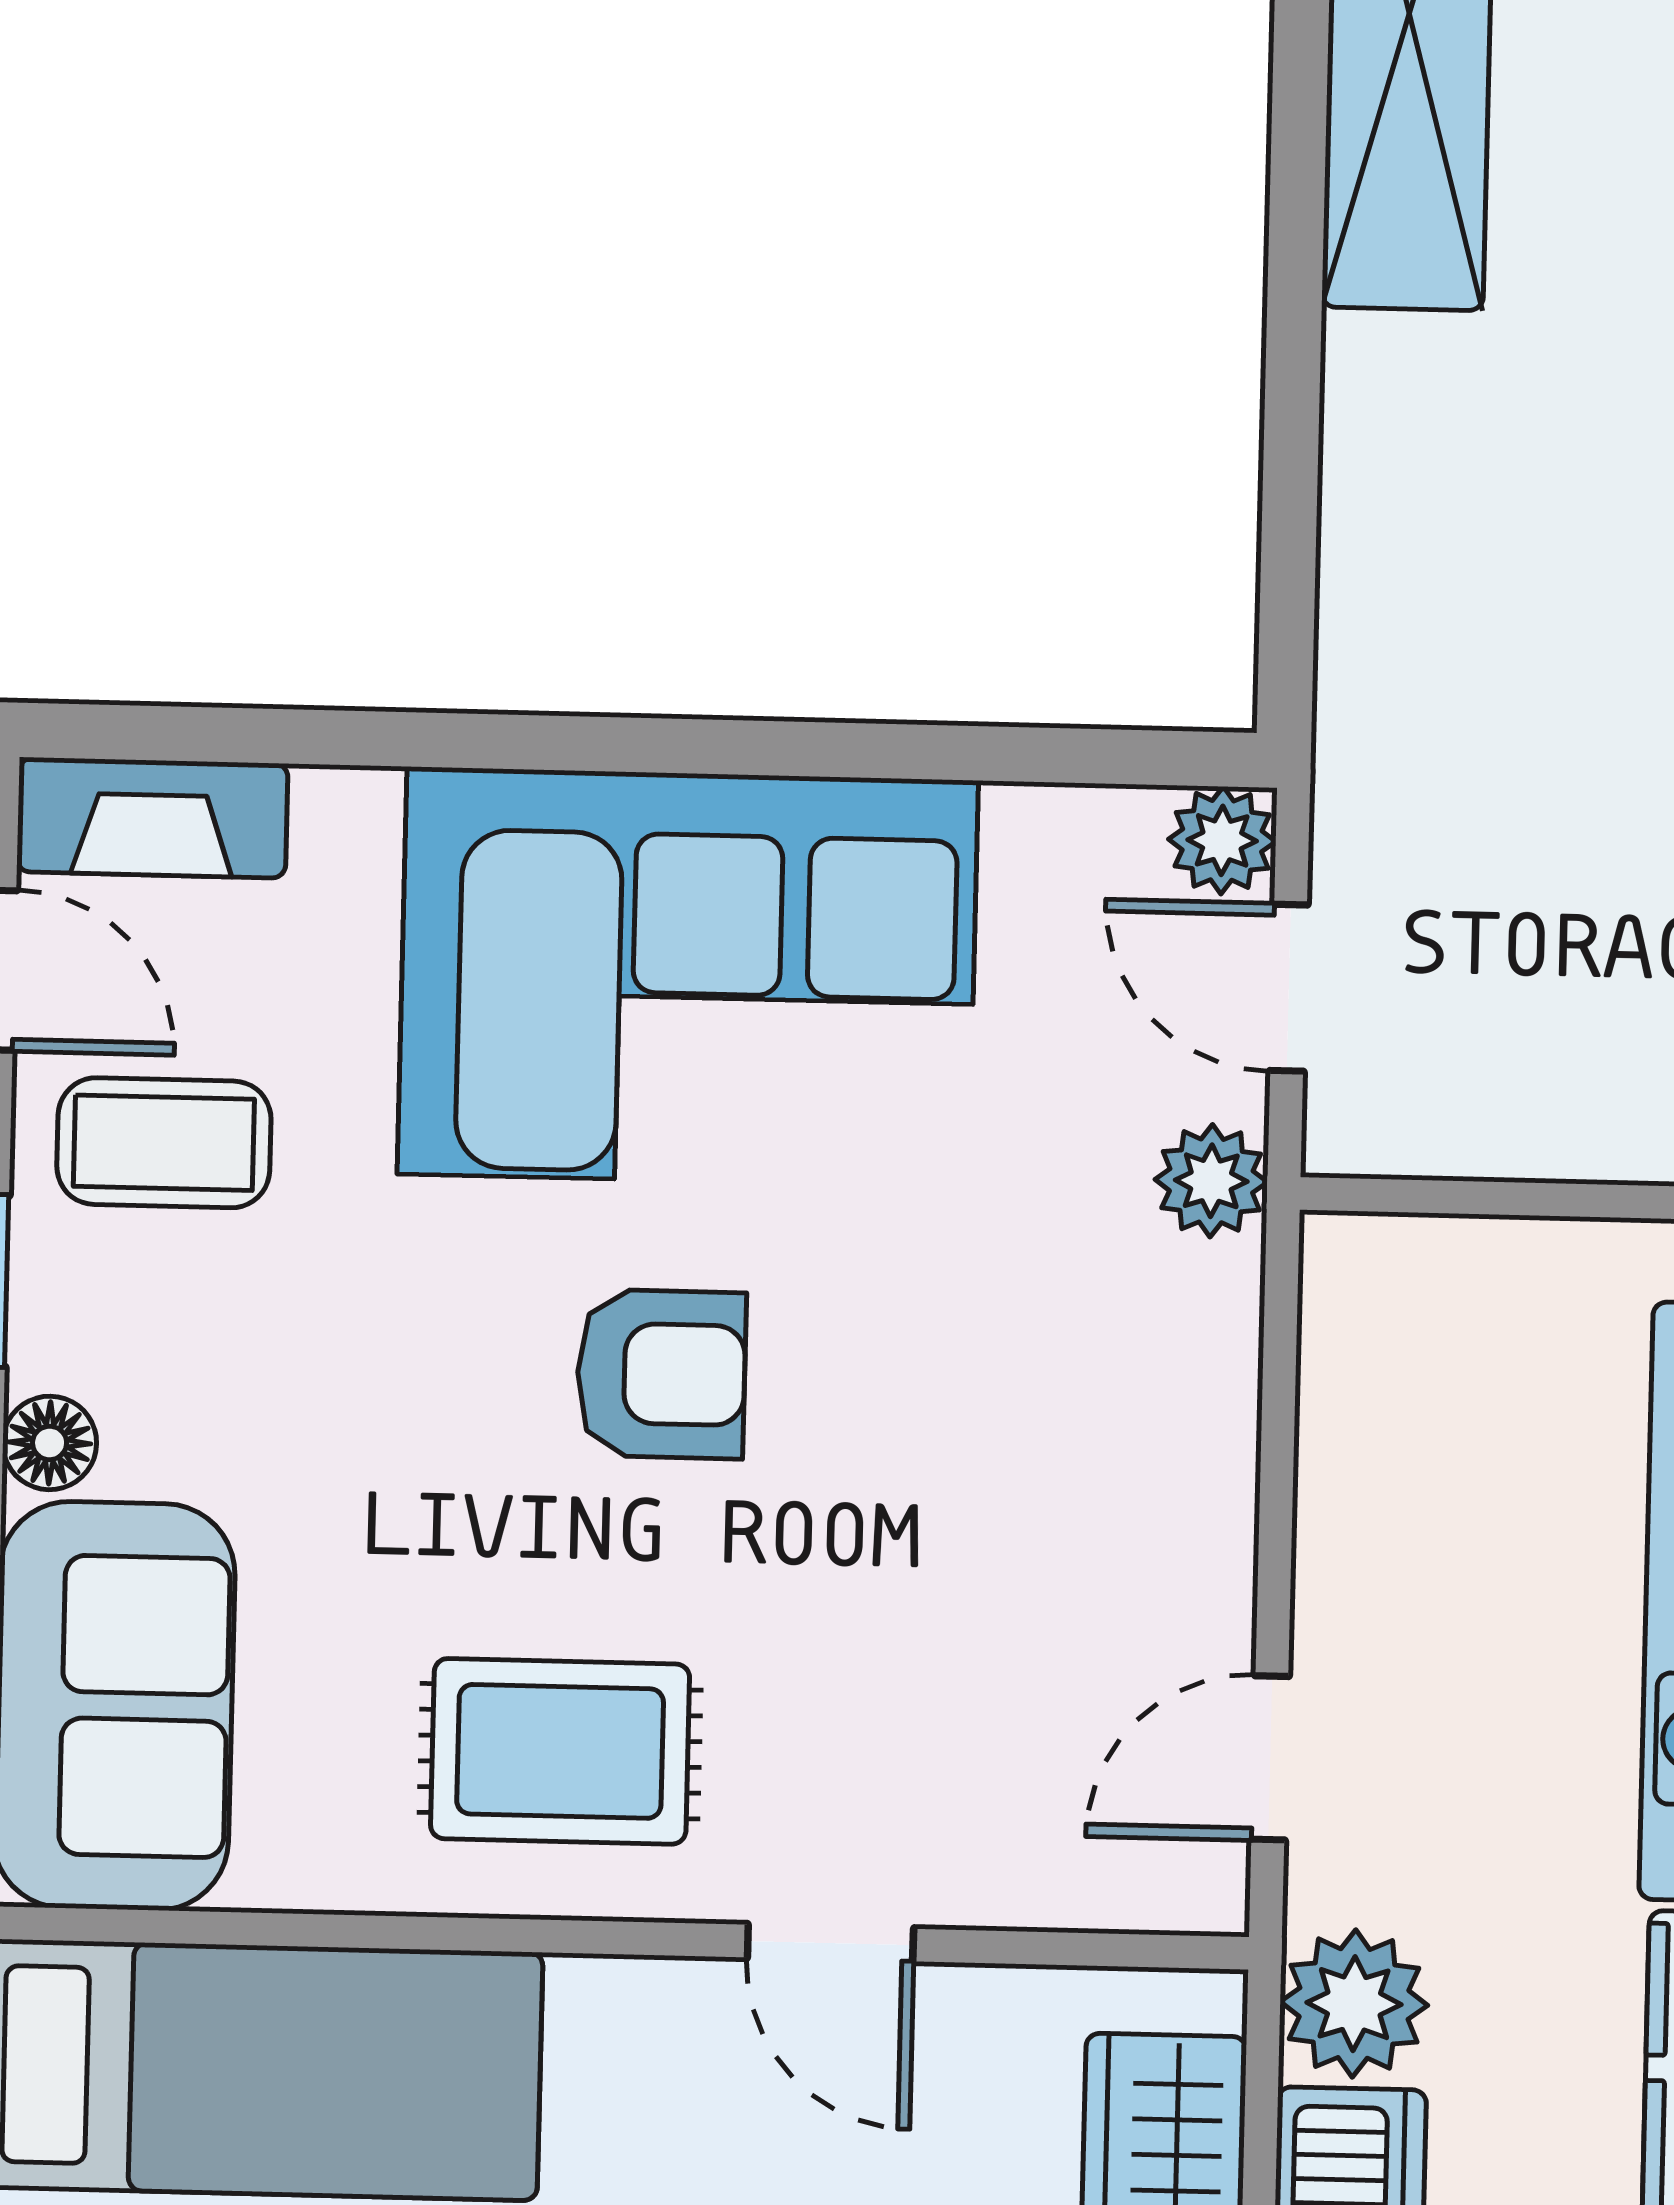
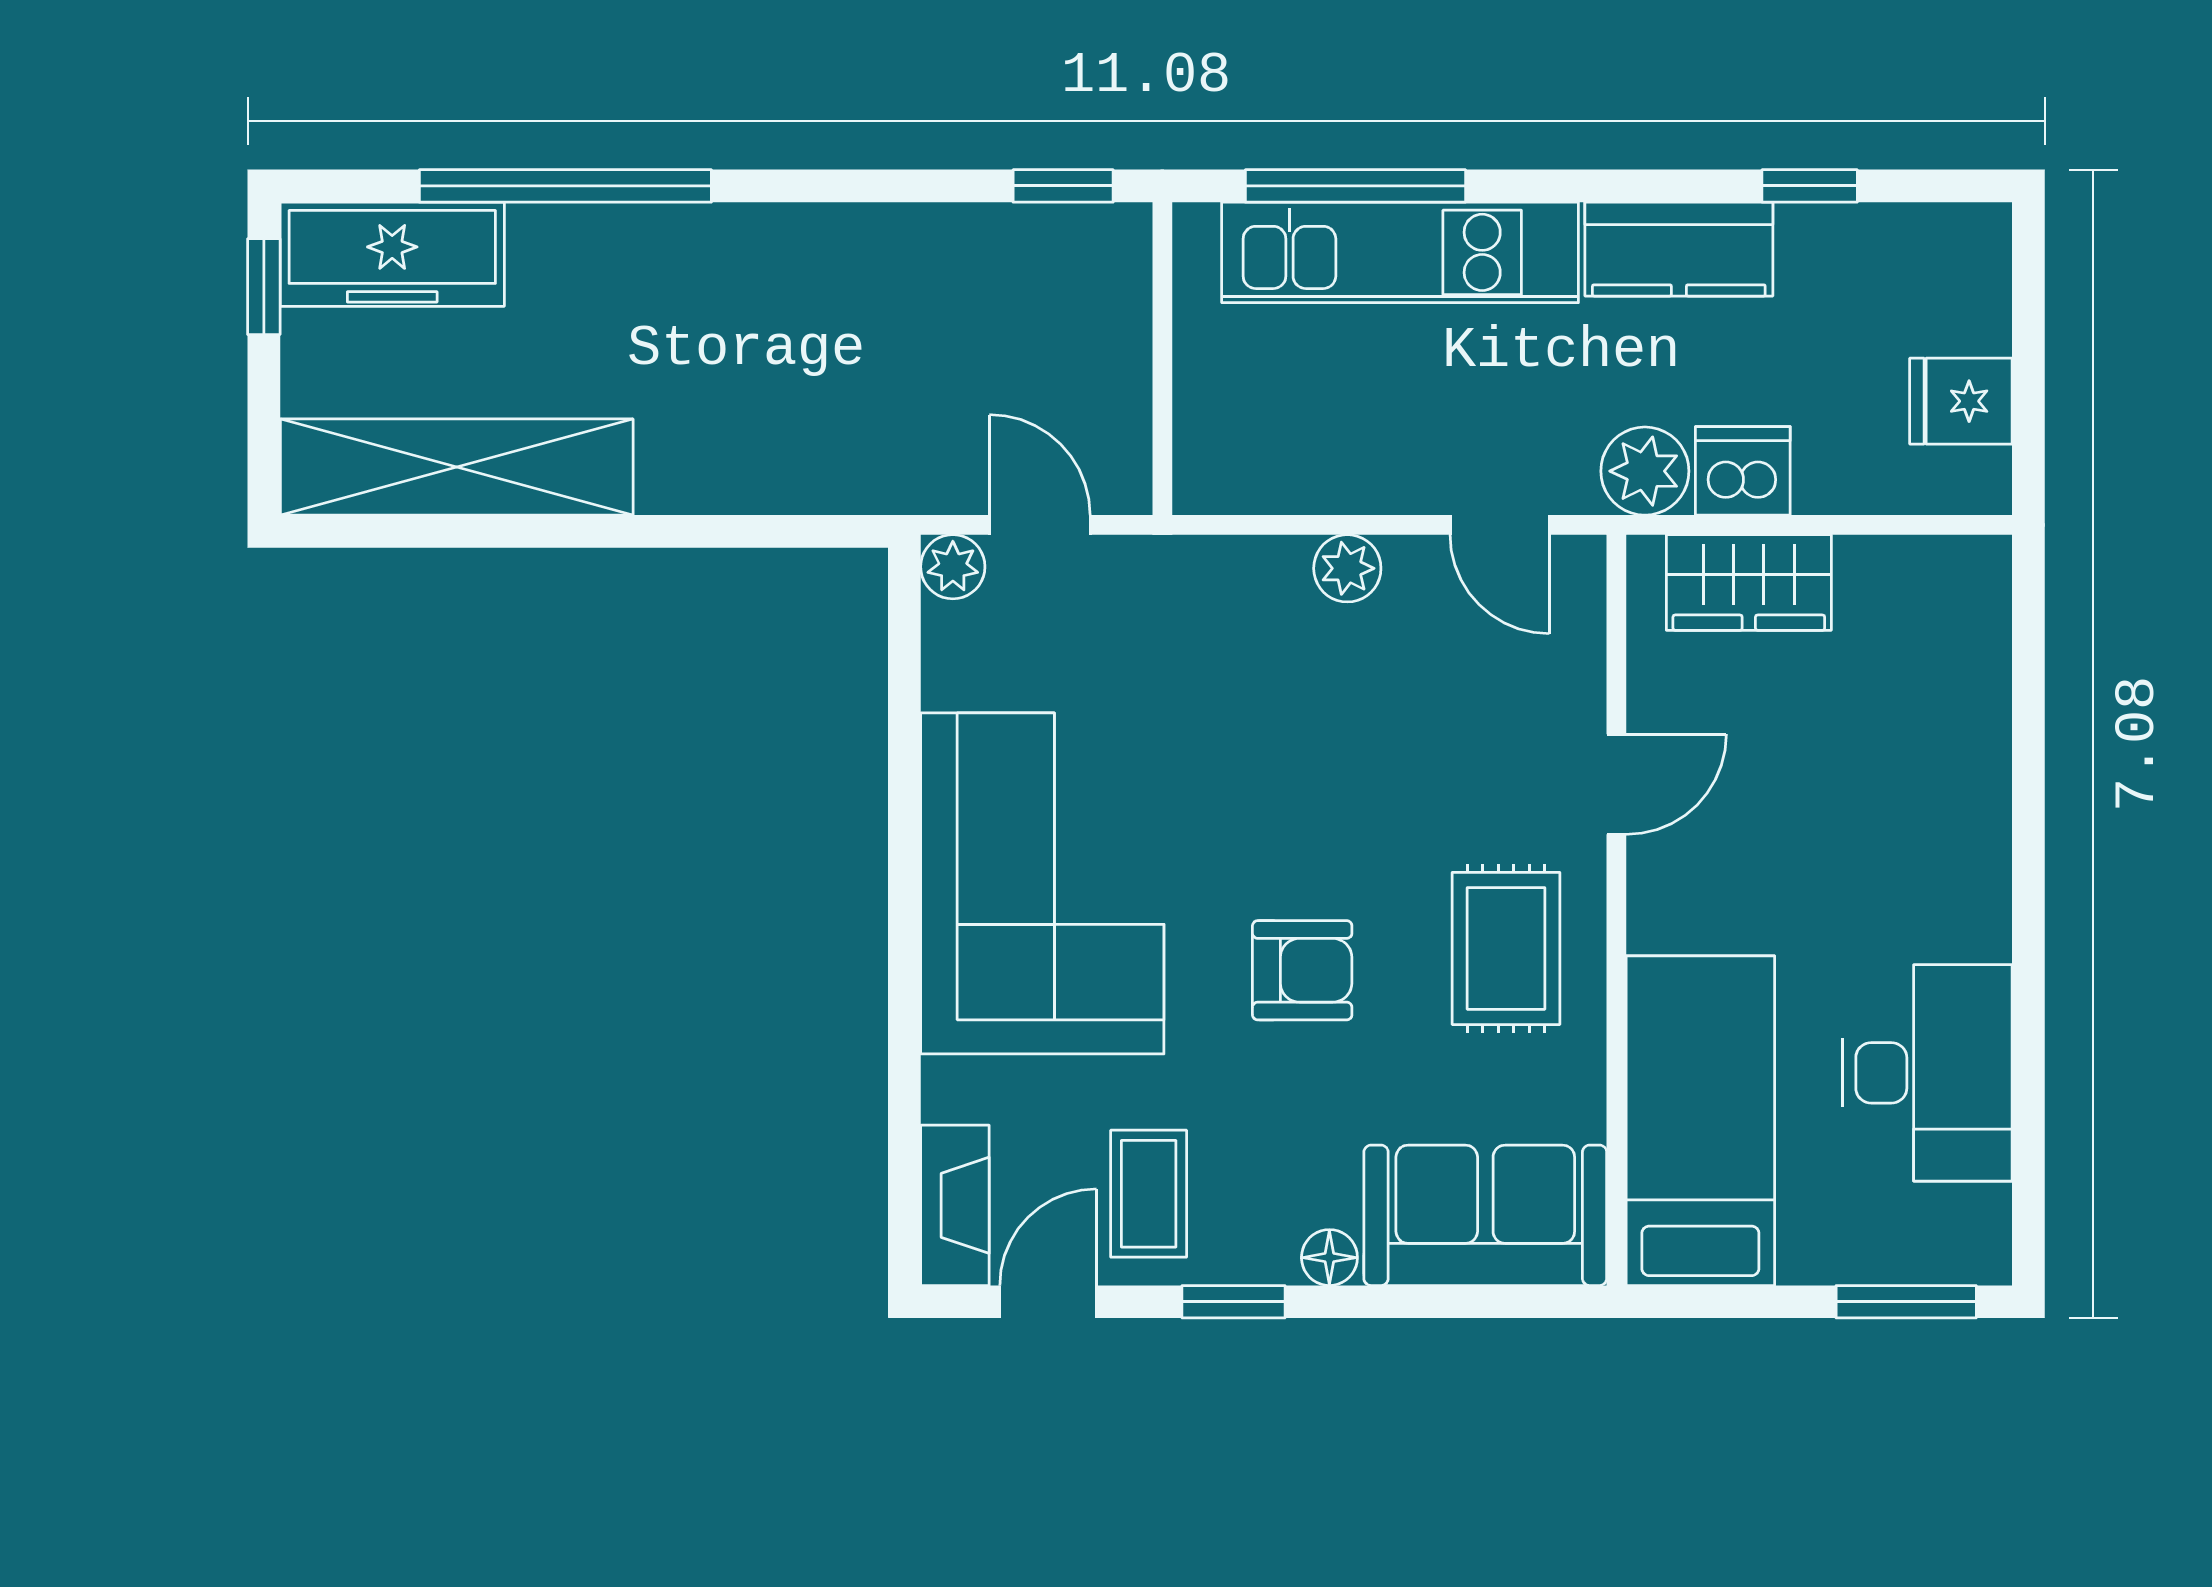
door: (1289, 988) -> (1040, 525), swing flipped
plant: (1211, 1181) -> (1347, 568), moved
armchair: (661, 1374) -> (1302, 970), moved, turned 90

